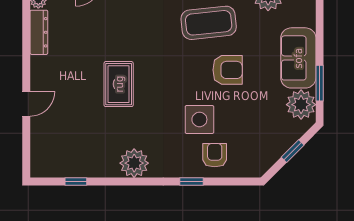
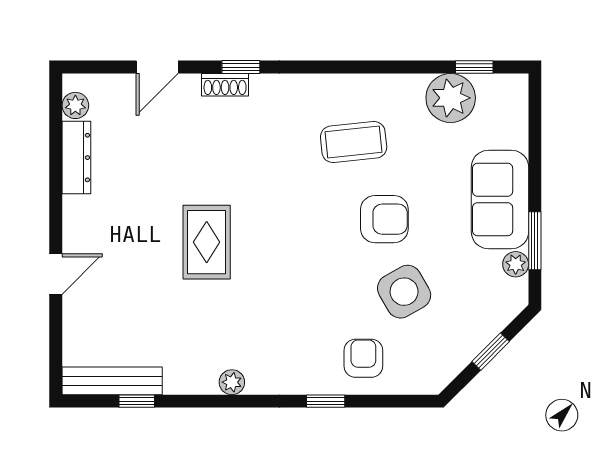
coffee table: (209, 23) -> (354, 142), width x0.73, depth x0.76
plant: (301, 105) -> (516, 264), width x0.53, depth x0.53
side table: (199, 119) -> (404, 292), moved, turned -30
plant: (134, 163) -> (232, 382), width x0.53, depth x0.53
bench: (61, 169) -> (112, 381), added

